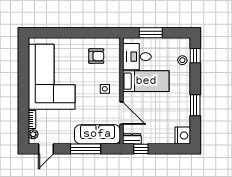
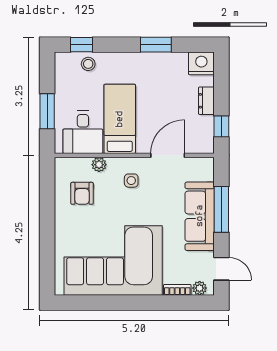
armchair: (96, 56) -> (82, 193), turned 180
plant: (115, 67) -> (99, 165), added
sofa: (97, 134) -> (200, 216), moved
dresser: (132, 139) -> (206, 101), moved

